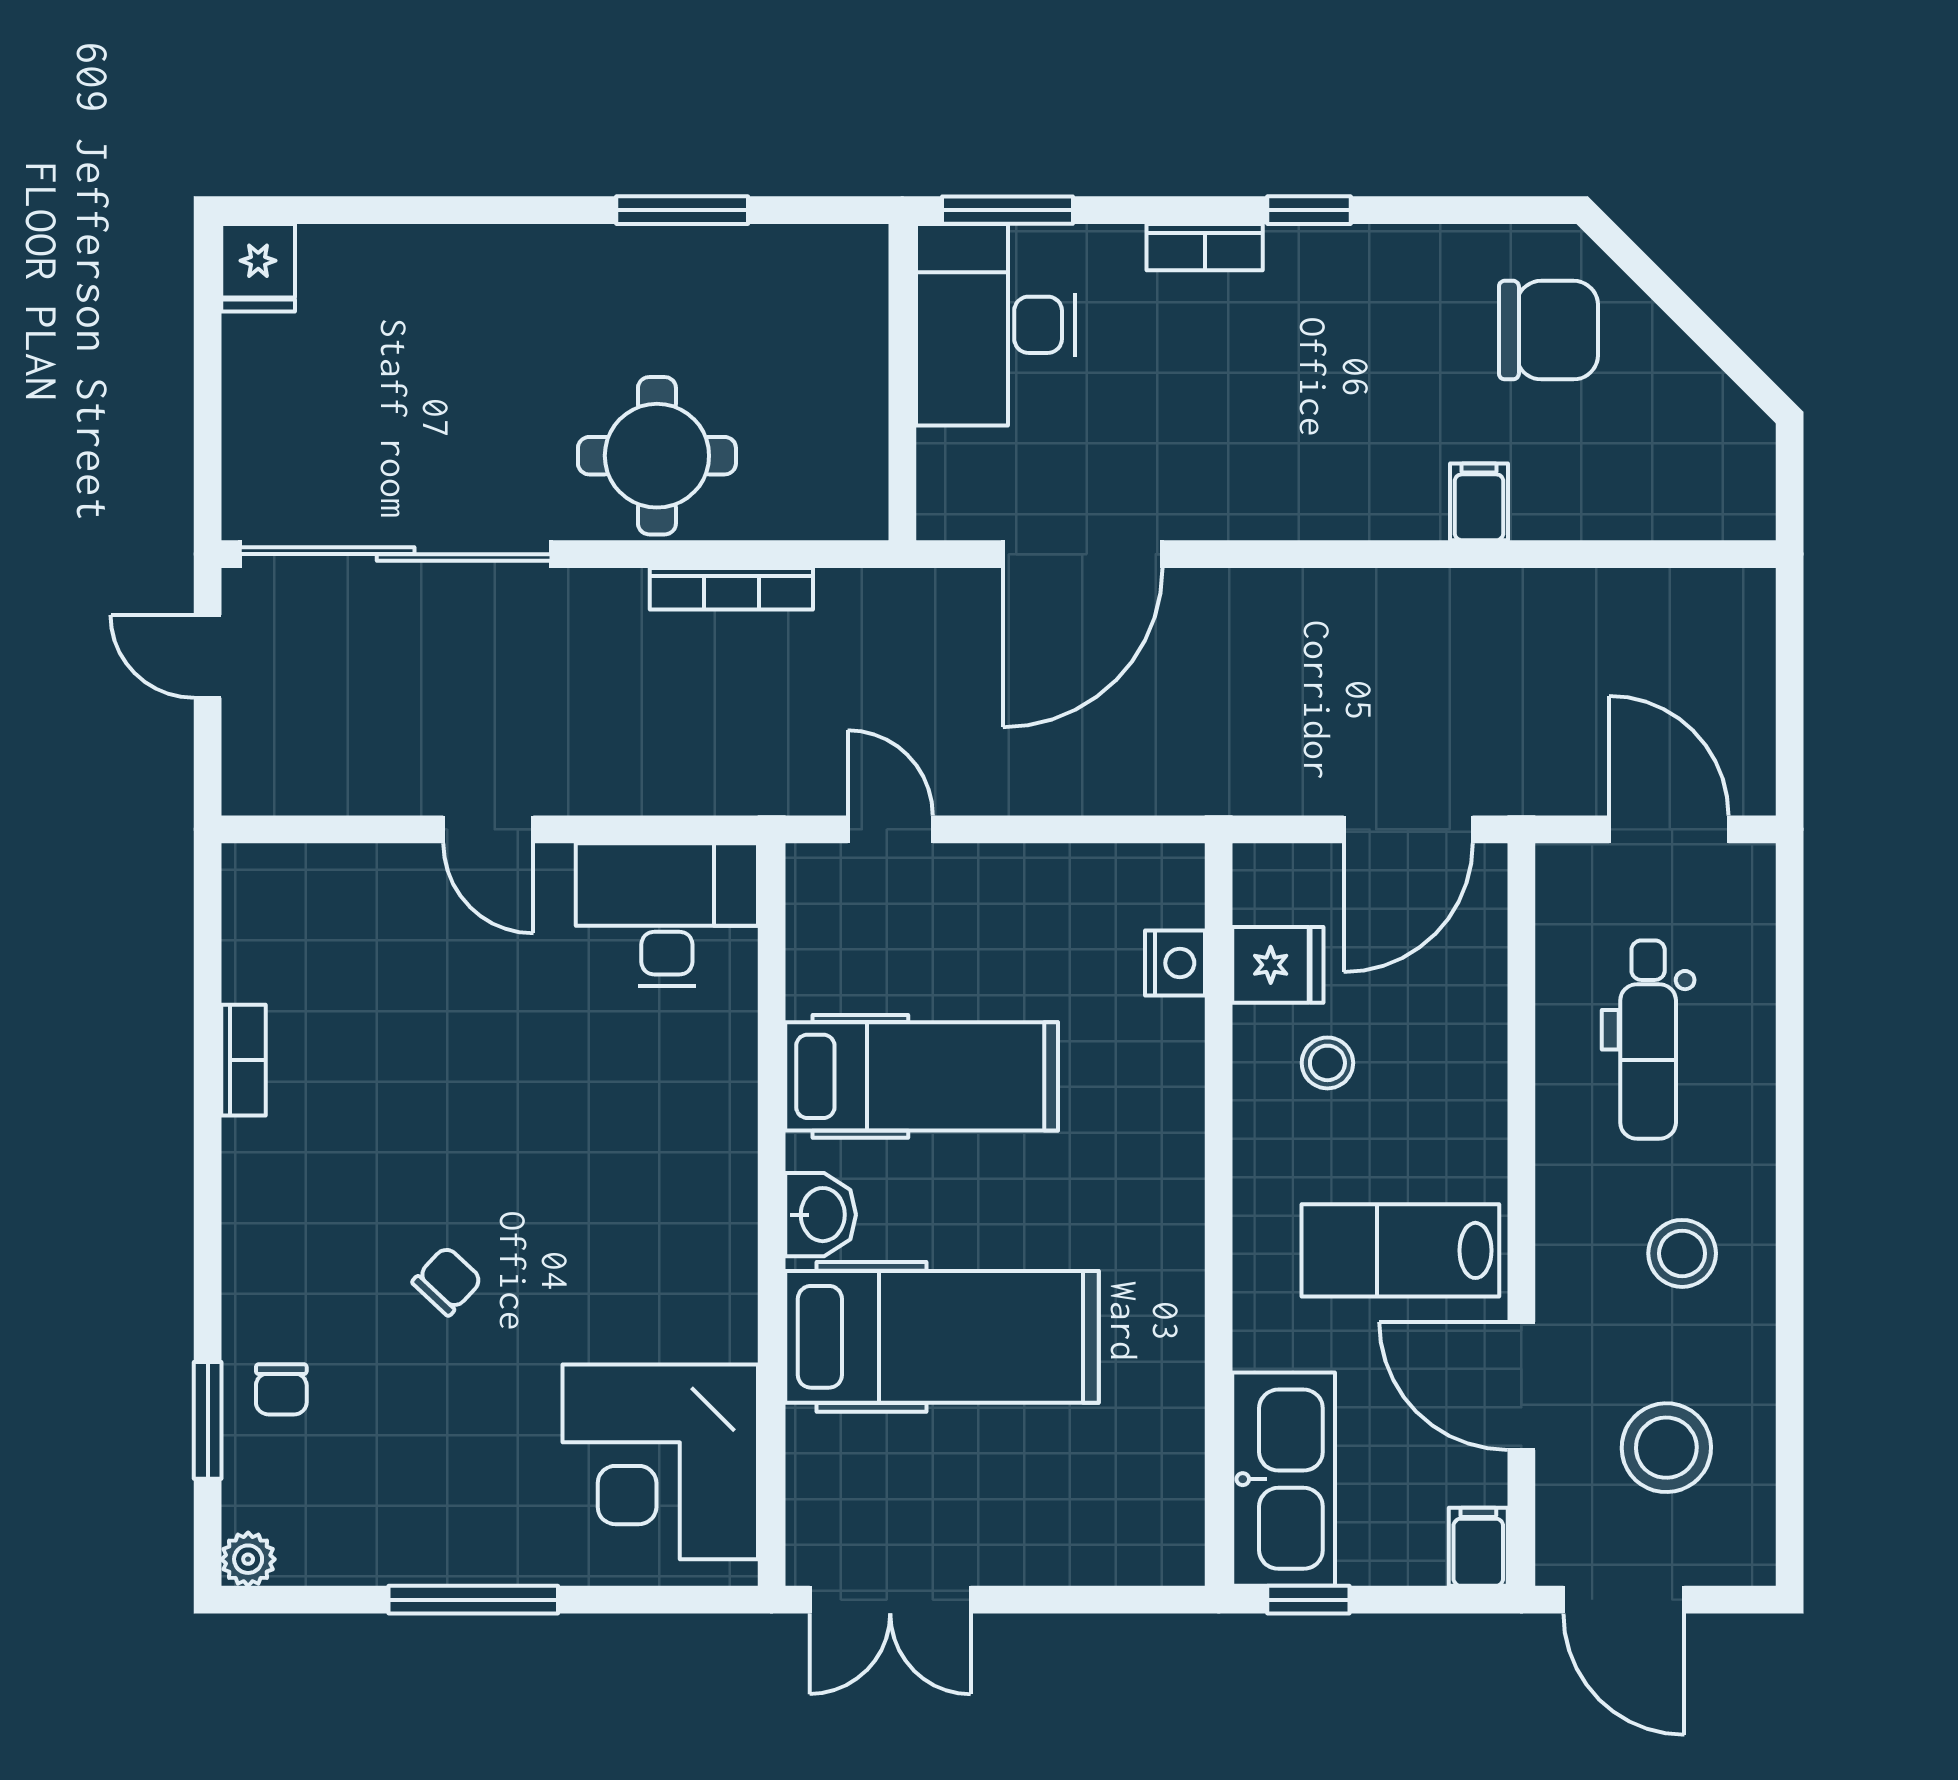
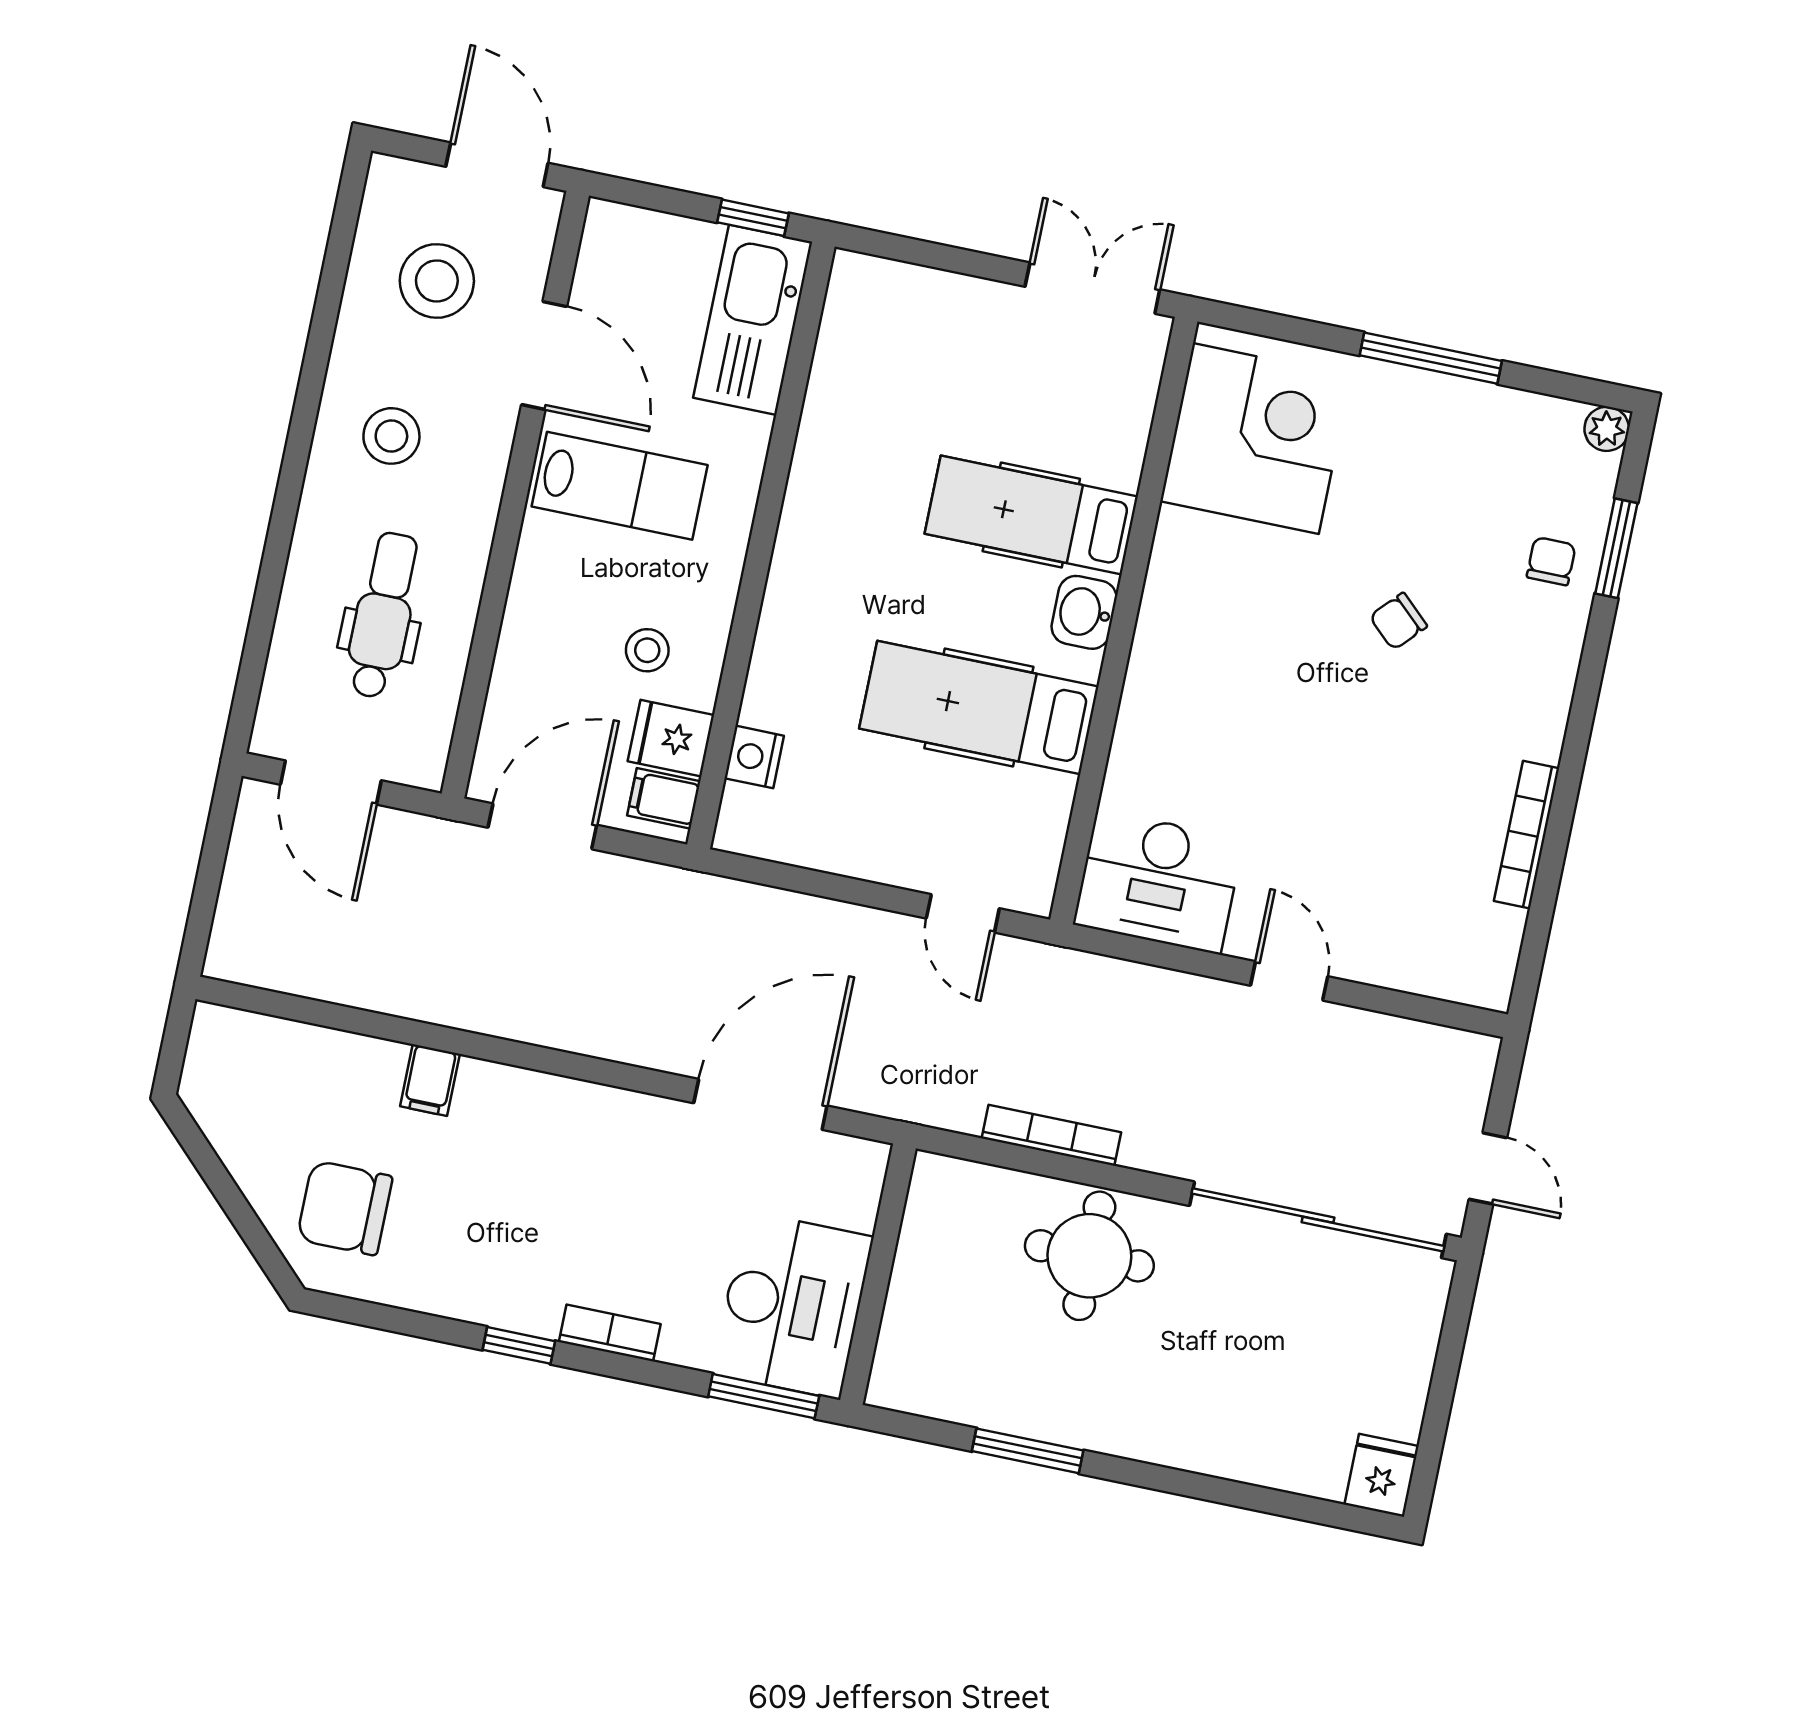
bookcase: (243, 1060) -> (1527, 835), width x1.56
hospital bed: (942, 1337) -> (1031, 515), width x0.73, depth x0.78
filing cabinet: (1478, 1547) -> (664, 798), moved, turned 90

